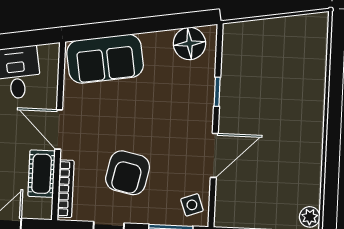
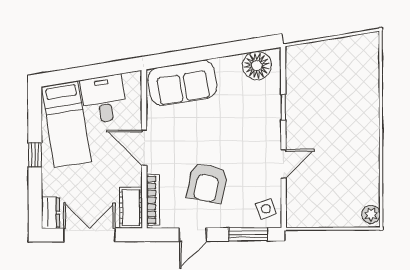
door: (214, 155) -> (283, 164), width x0.73
cot: (42, 174) -> (131, 208), moved

